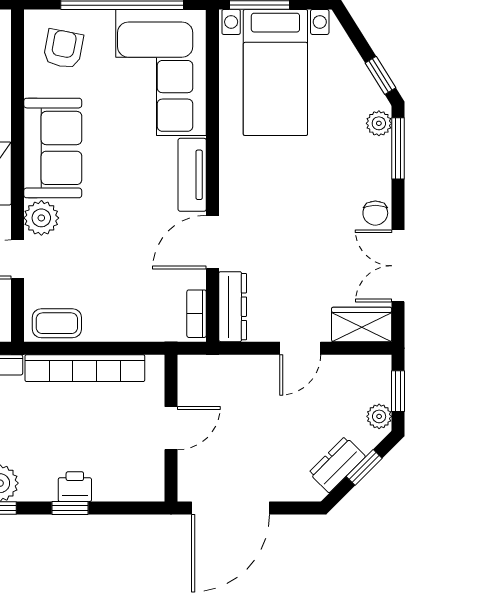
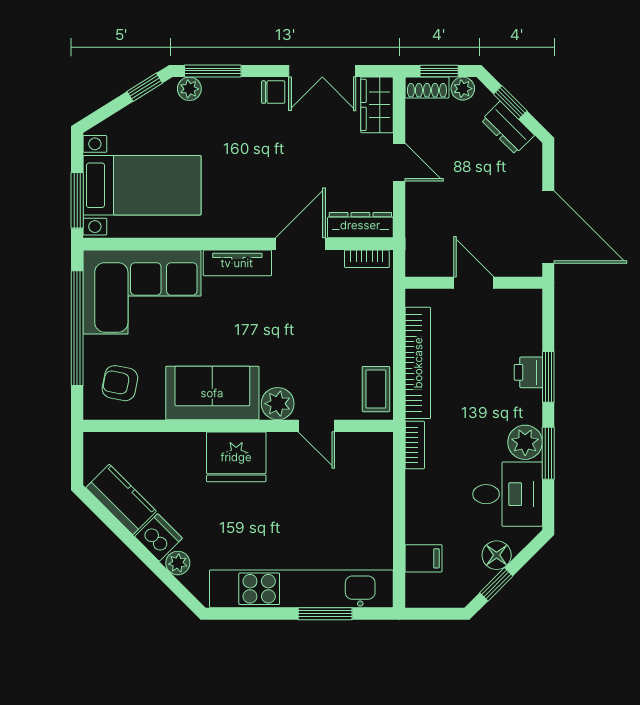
door: (212, 242) -> (300, 244), swing flipped
shoe rack: (380, 378) -> (427, 88), added
window: (70, 508) -> (548, 377), width x1.50

